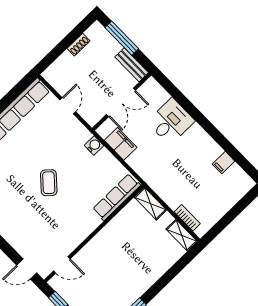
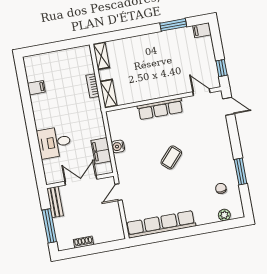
door: (68, 106) -> (119, 192), moved
water cooler: (94, 145) -> (118, 146), moved
row of seats: (117, 197) -> (160, 109), moved
bookcase: (187, 218) -> (93, 86), moved

